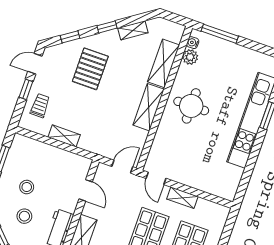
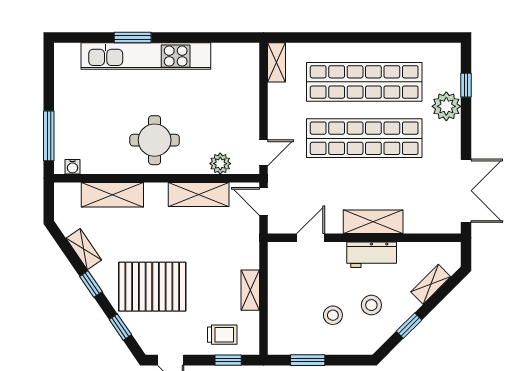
plant: (190, 57) -> (220, 164), moved
pallet: (90, 69) -> (152, 287), width x1.37, depth x1.41
window: (26, 89) -> (228, 360), moved
trolley: (40, 106) -> (222, 335), turned 180
shelving: (149, 107) -> (199, 194), moved
shelving: (182, 198) -> (277, 62), moved

